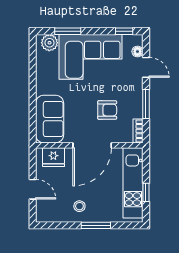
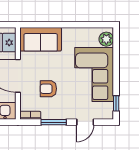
window: (68, 31) -> (116, 55), removed
floor lamp: (137, 52) -> (99, 115), removed
armchair: (107, 110) -> (48, 89), turned 90

